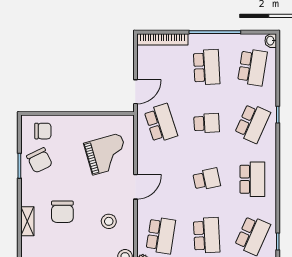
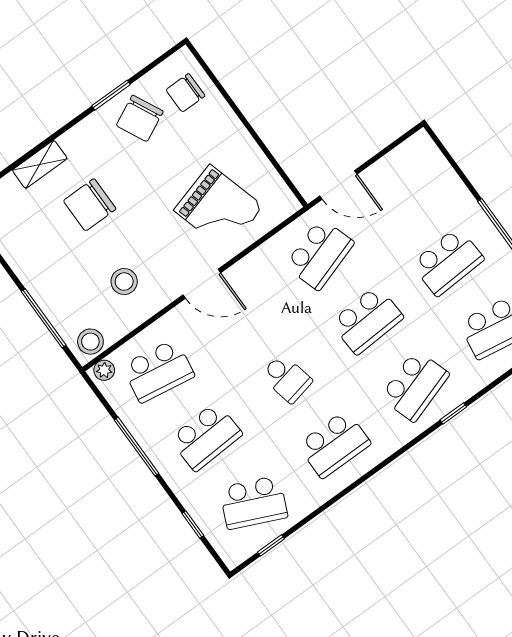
bookcase: (162, 39) -> (442, 169), removed
school desk: (207, 123) -> (367, 320), width x1.85
school desk: (252, 123) -> (415, 386), turned -42
chair: (43, 131) -> (185, 93), turned 90

